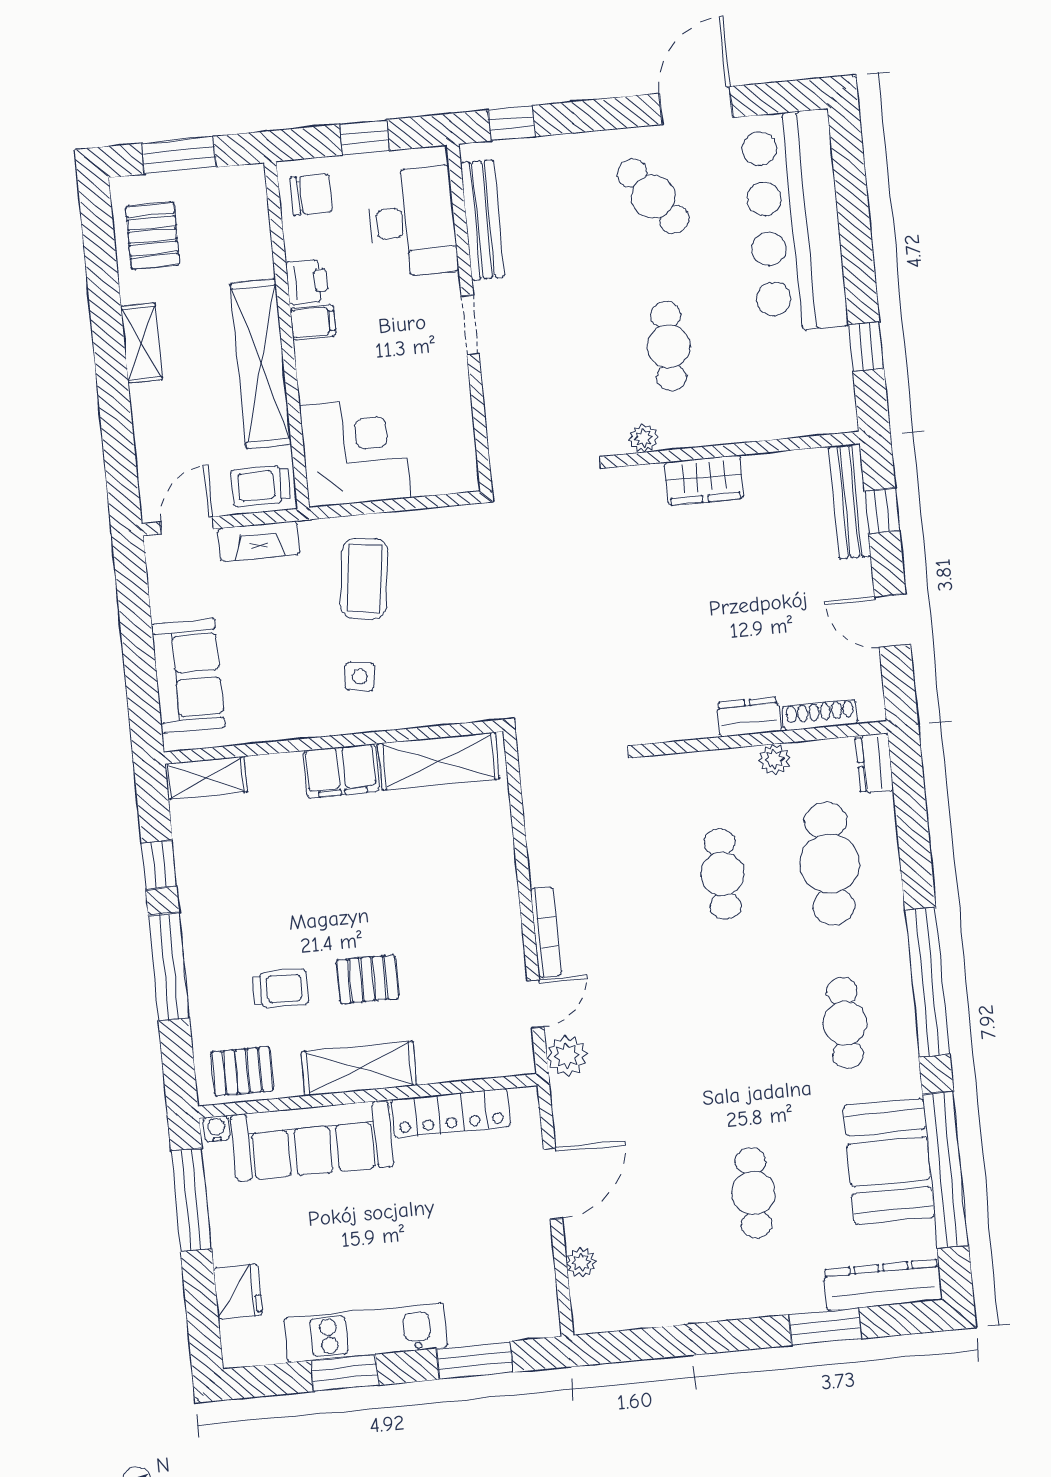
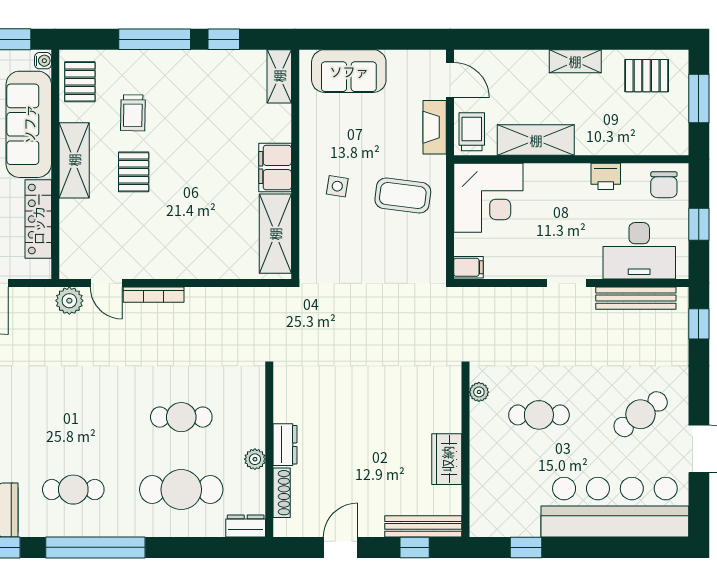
filing cabinet: (313, 322) -> (468, 267), moved, turned -90
shelving: (261, 364) -> (536, 140), width x0.68
wardrobe: (704, 480) -> (447, 459), moved

